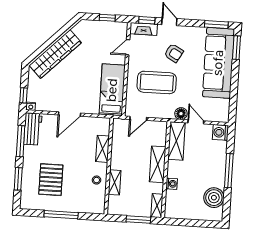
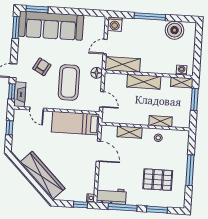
door: (70, 114) -> (98, 151), moved
floor lamp: (181, 114) -> (97, 73), moved
washing machine: (172, 184) -> (182, 70), moved

